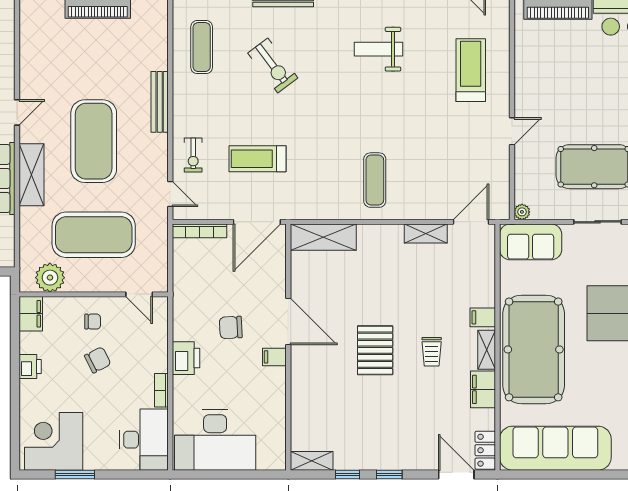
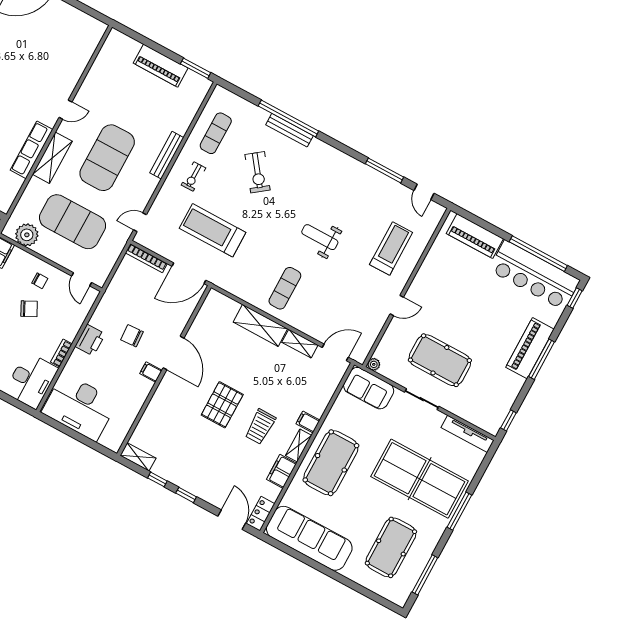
weight bench: (379, 49) -> (320, 237), moved
exercise bike: (193, 155) -> (193, 177), moved
treadmill: (257, 159) -> (213, 230), width x1.37, depth x1.38
door: (170, 194) -> (140, 222), swing flipped
shelving: (323, 237) -> (260, 325), moved
pool table: (534, 349) -> (331, 463), width x0.73, depth x0.76
trolley: (432, 352) -> (260, 427), width x1.36, depth x1.39

